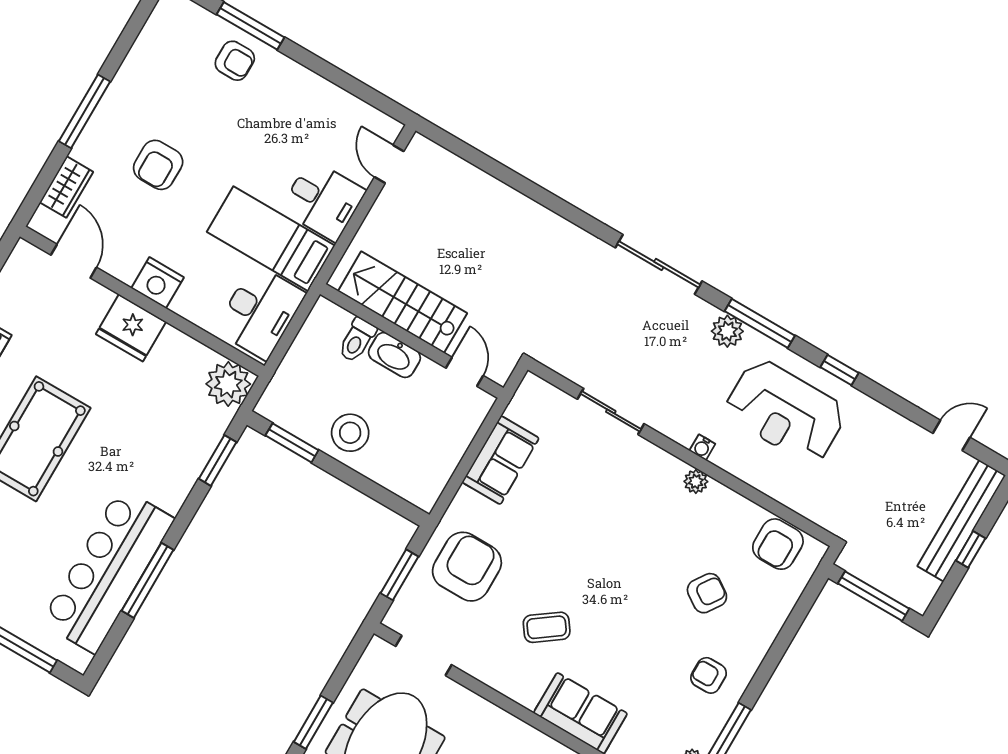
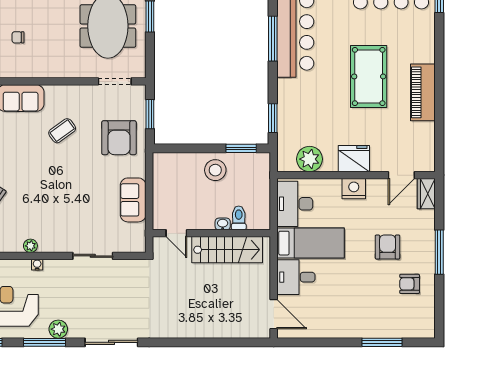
armchair: (235, 61) -> (410, 284), moved
door: (389, 164) -> (274, 314), width x1.38
wardrobe: (66, 187) -> (426, 194), moved
door: (74, 261) -> (401, 175), hinge flipped
washbasin: (394, 355) -> (223, 224), width x0.52, depth x0.69
plant: (228, 384) -> (310, 159), moved

